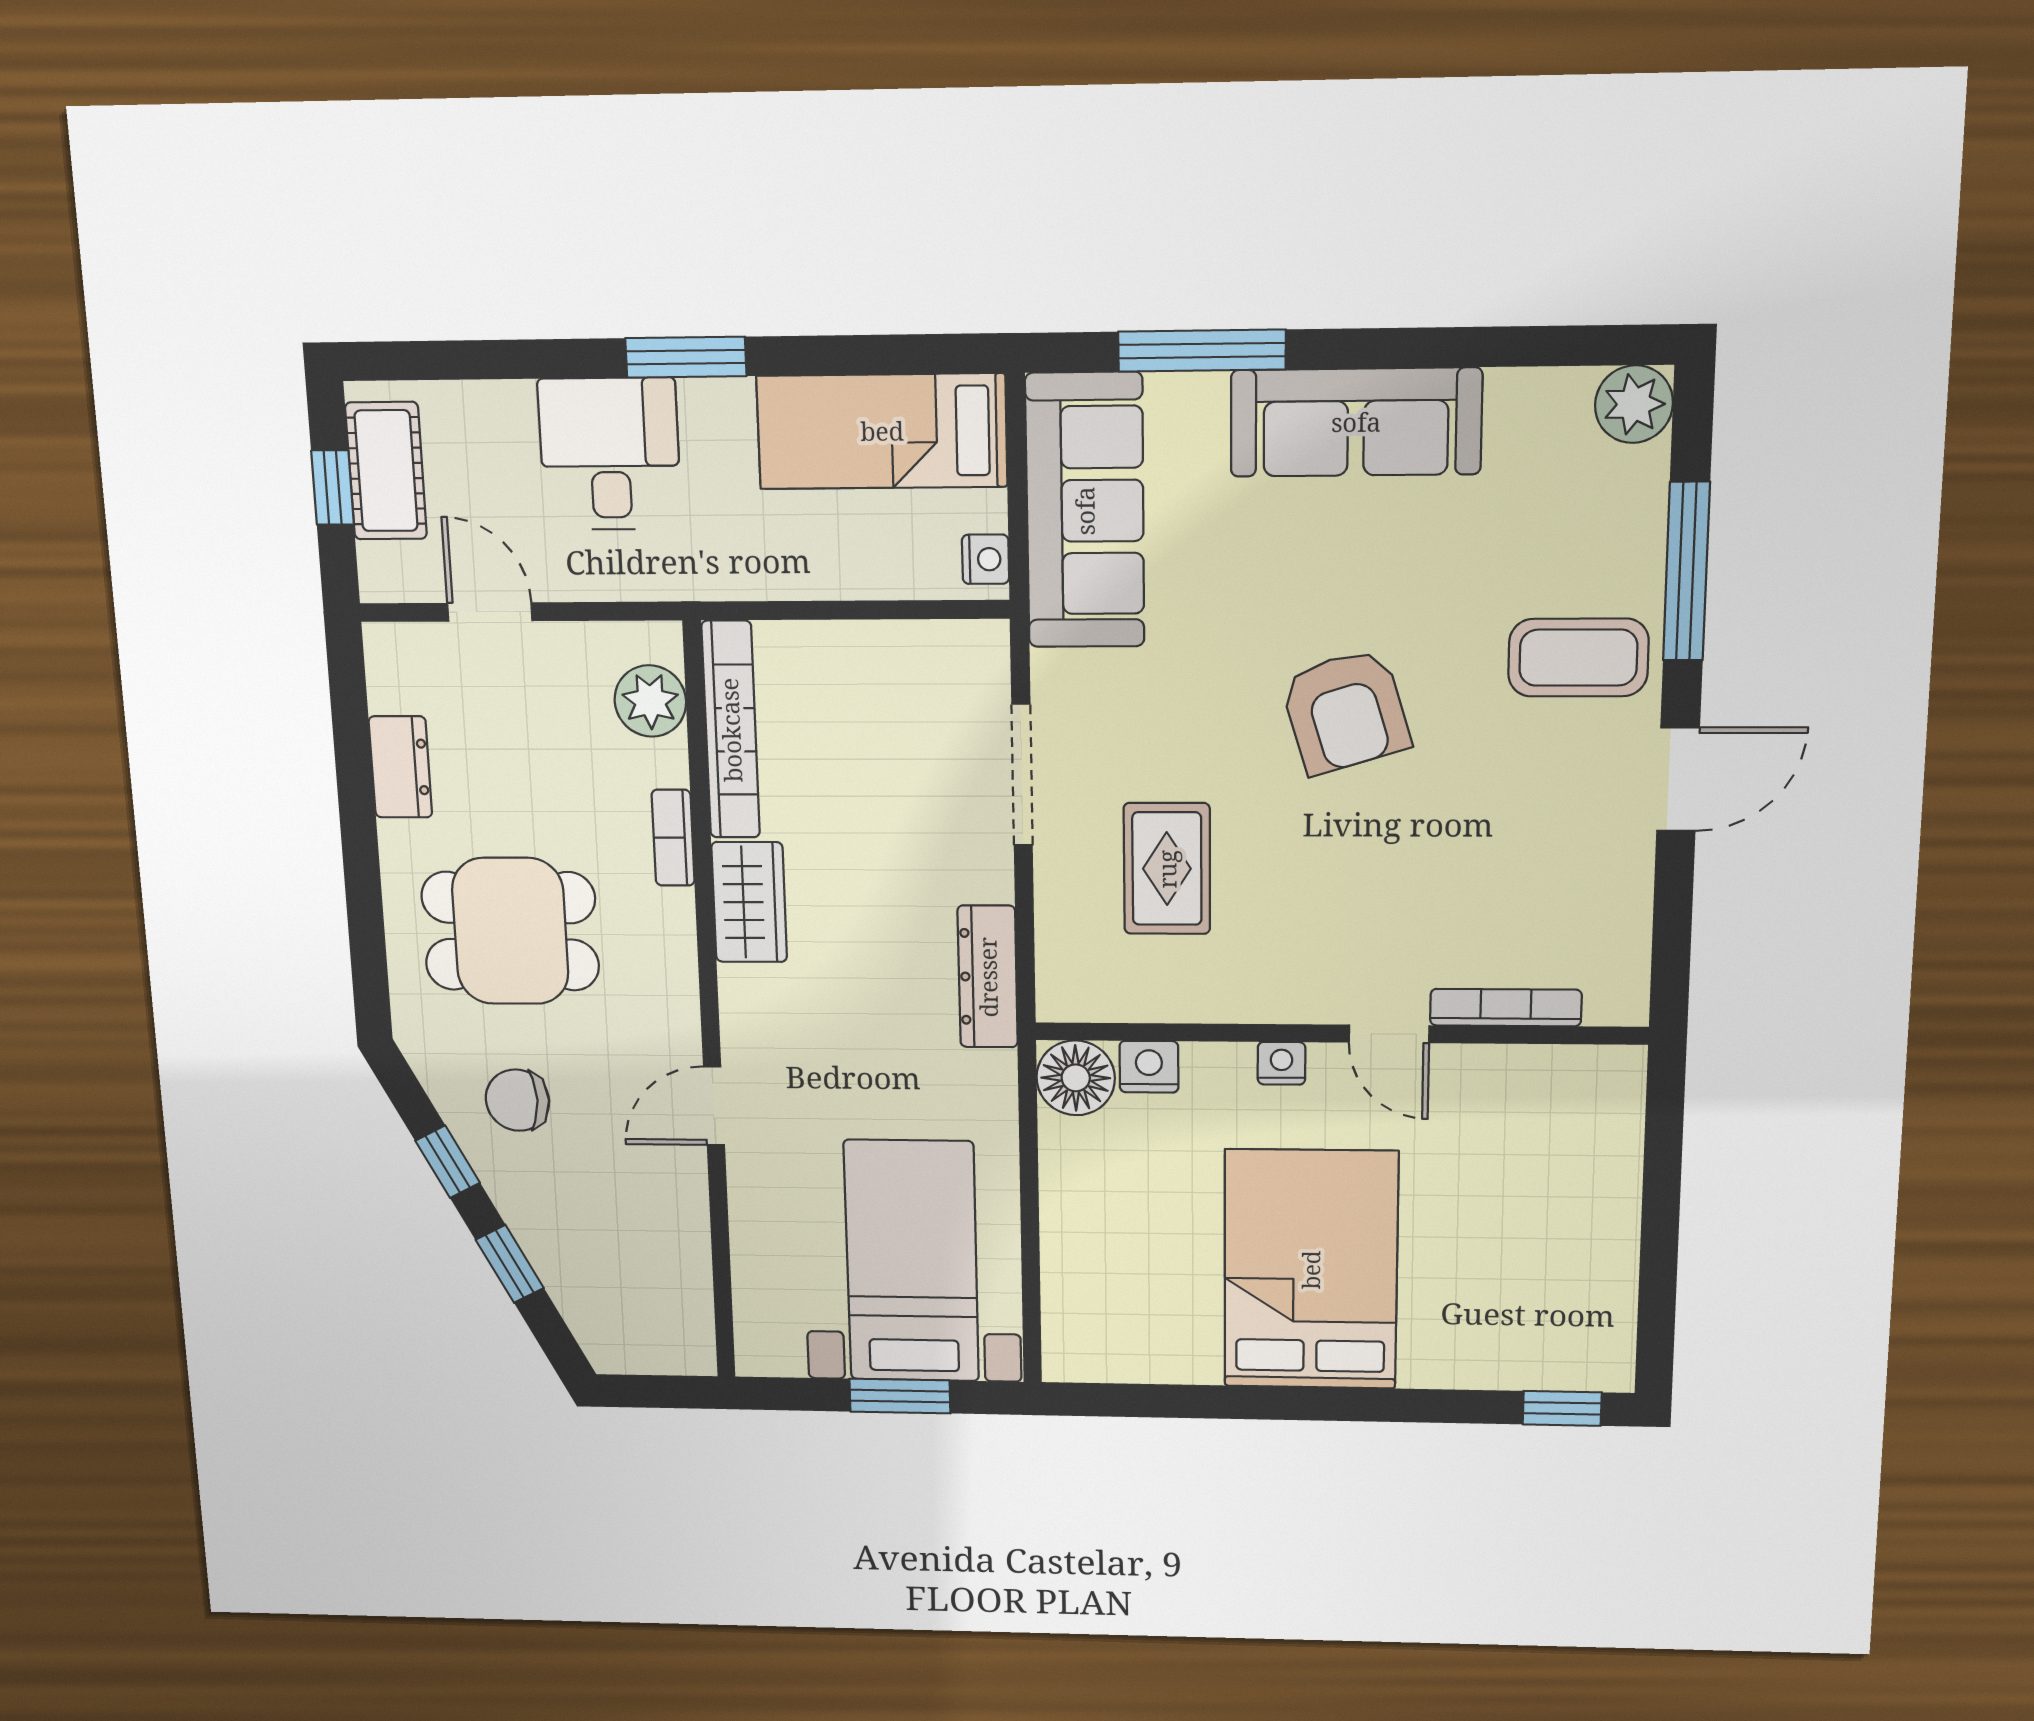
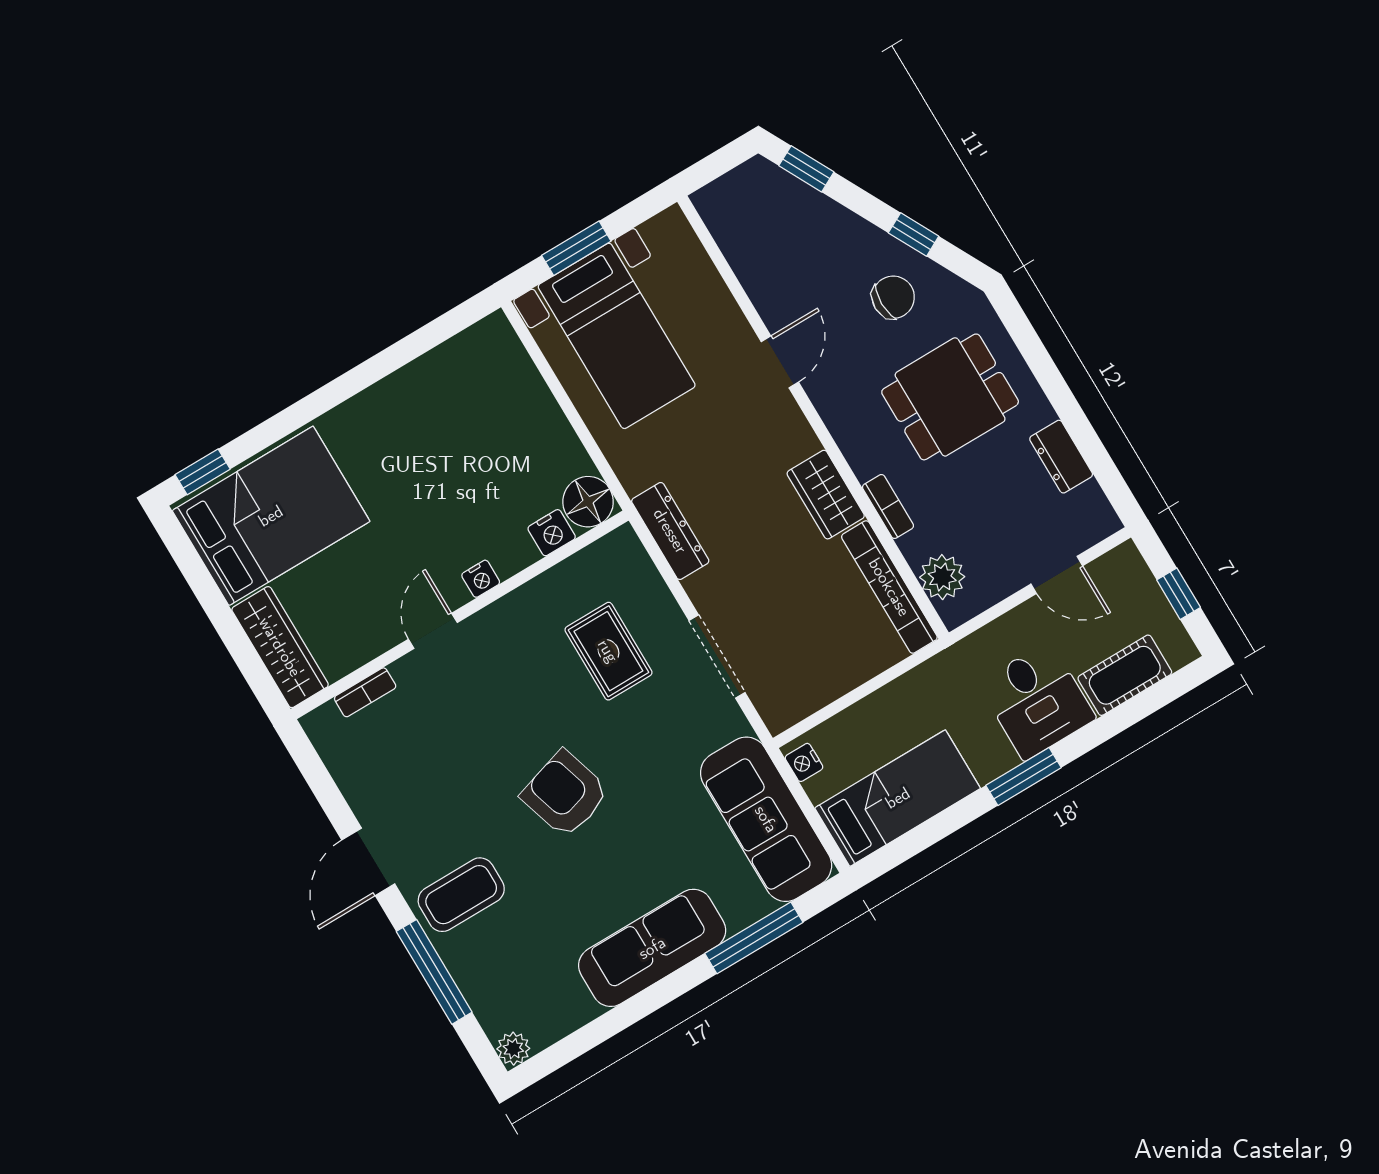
plant: (1634, 404) -> (513, 1049), width x0.73, depth x0.73
cot: (386, 471) -> (1125, 675), moved, turned 90
bookcase: (1506, 1008) -> (365, 692), width x0.64
door: (1389, 1034) -> (433, 631), hinge flipped
wardrobe: (1609, 1133) -> (280, 647), added
window: (510, 1264) -> (806, 169), moved
bed: (1311, 1270) -> (271, 516), moved, turned -90

